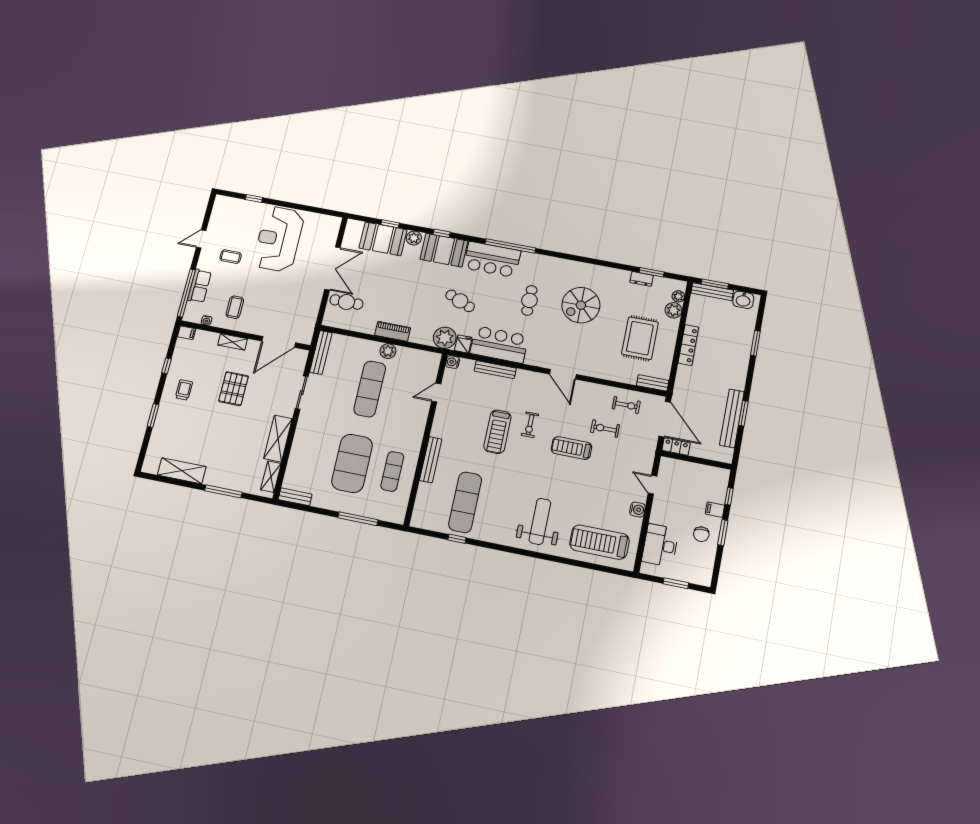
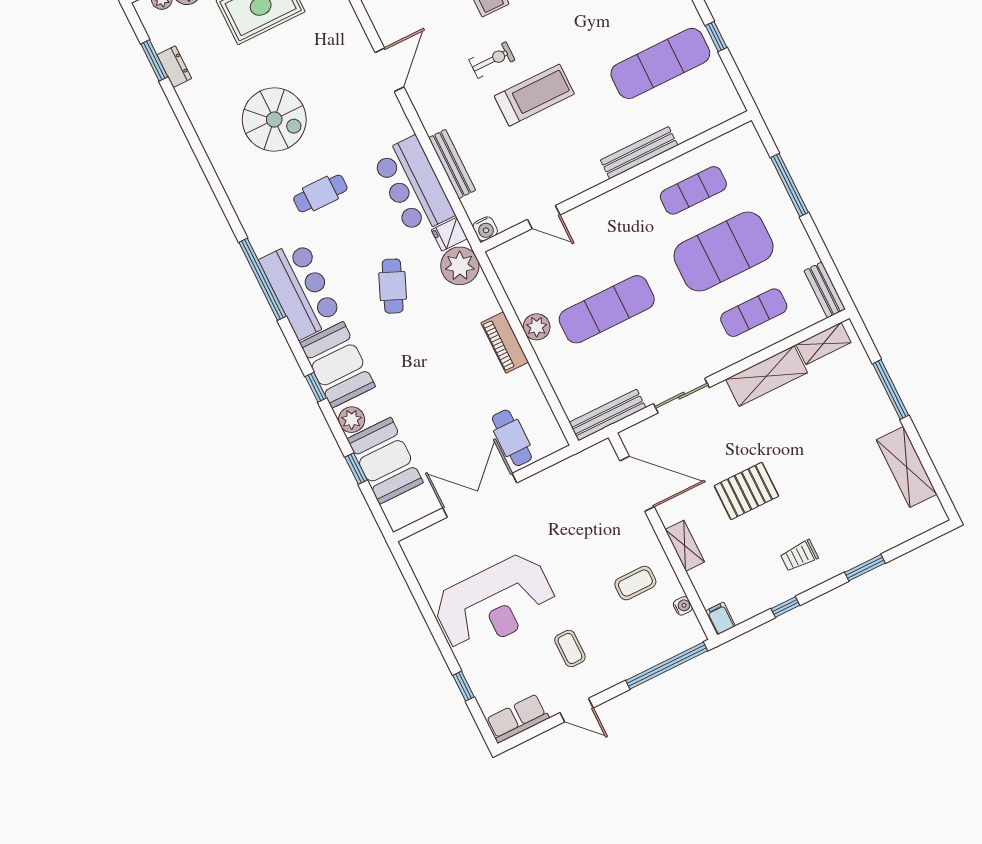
row of seats: (199, 286) -> (517, 718), moved
exercise mat: (312, 455) -> (754, 313), added

